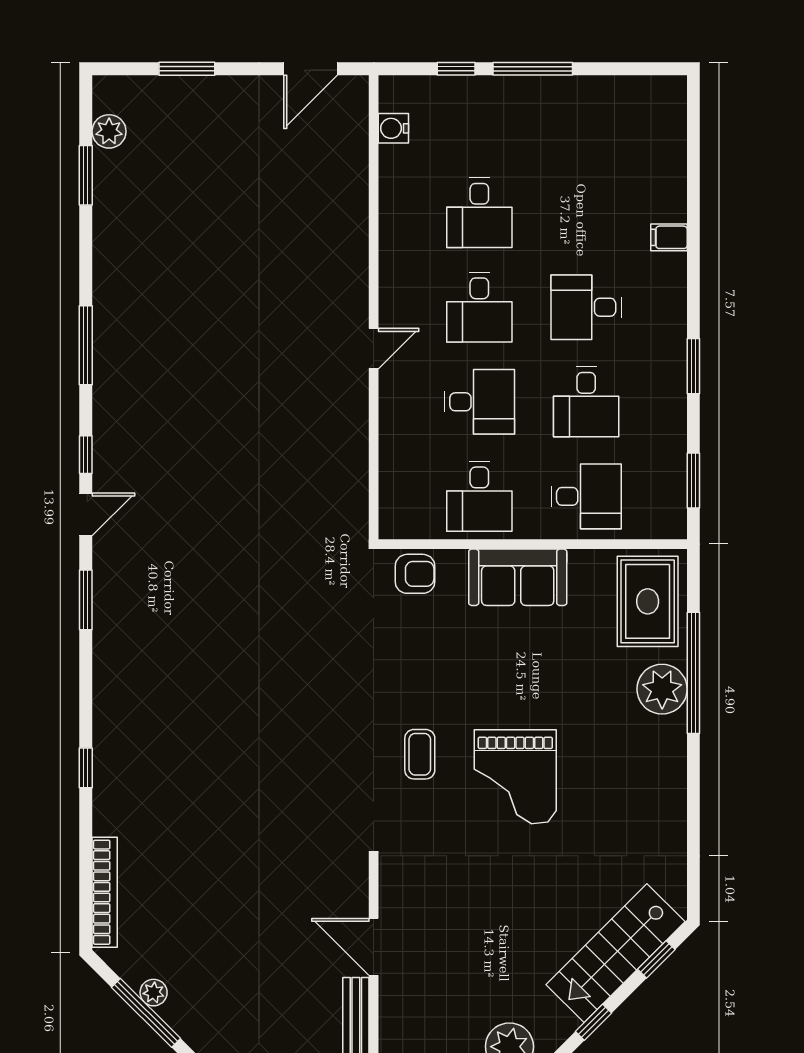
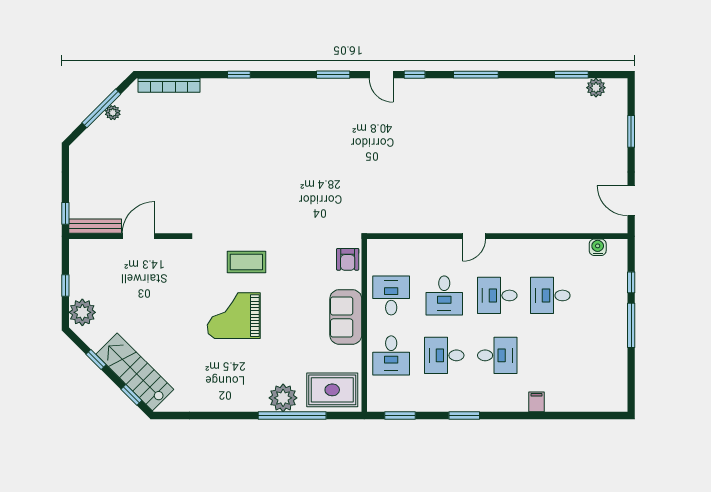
desk: (586, 307) -> (497, 355), turned 90
door: (374, 349) -> (474, 236), hinge flipped
desk: (479, 496) -> (391, 295), turned 90
coffee table: (420, 754) -> (246, 262), width x1.36, depth x1.30

